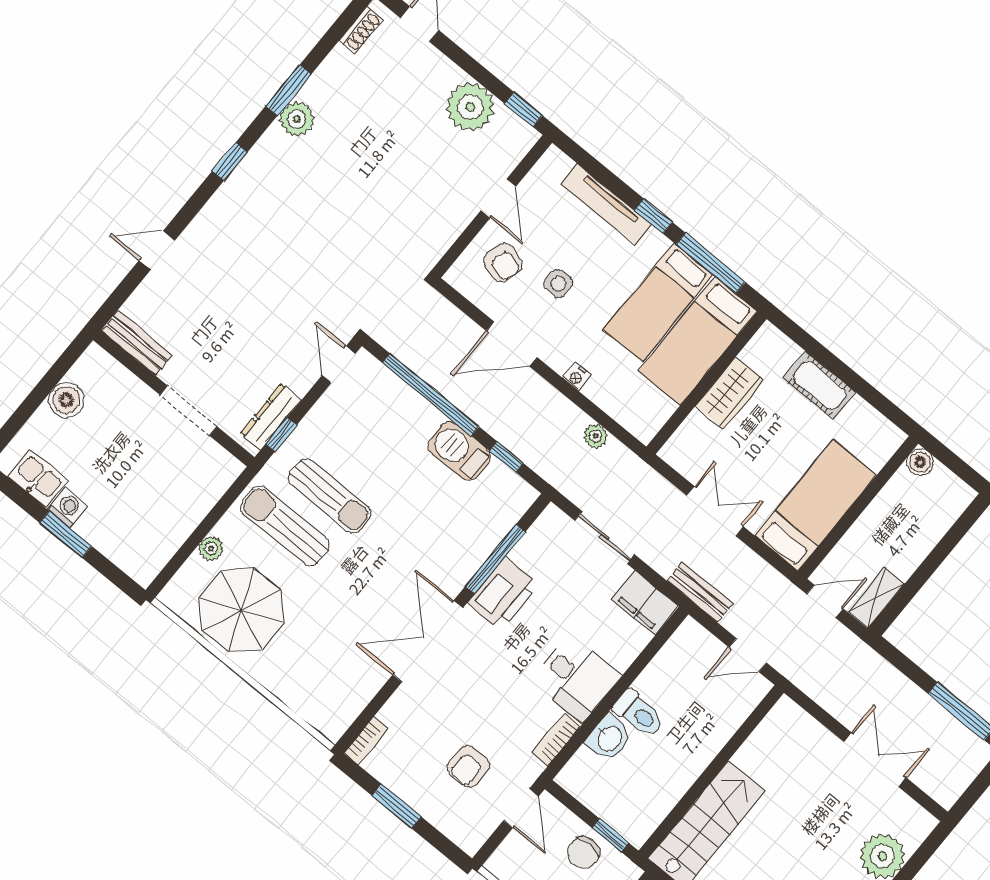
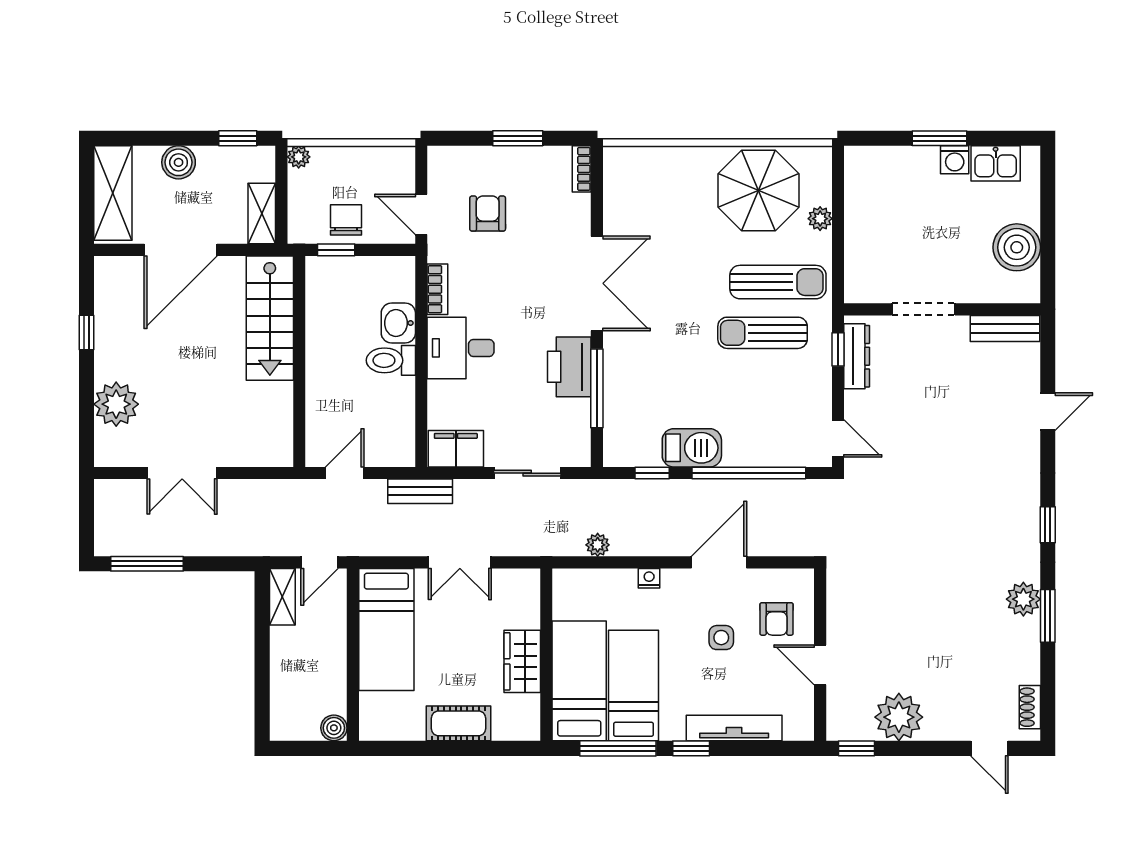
armchair: (503, 263) -> (776, 619), turned -106
boiler: (66, 400) -> (1017, 247), width x1.37, depth x1.37

